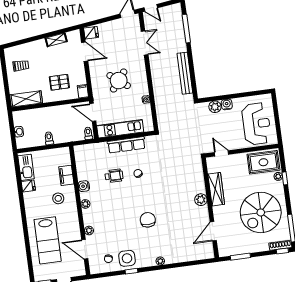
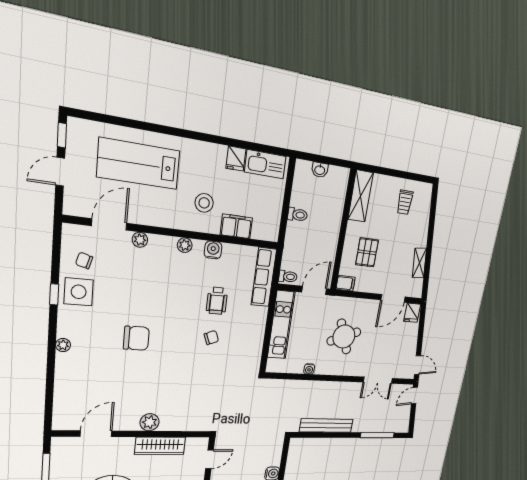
round table: (119, 81) -> (344, 337), turned 30
plant: (215, 107) -> (274, 458), removed
row of seats: (126, 145) -> (264, 277), moved
door: (213, 231) -> (96, 434), hinge flipped

